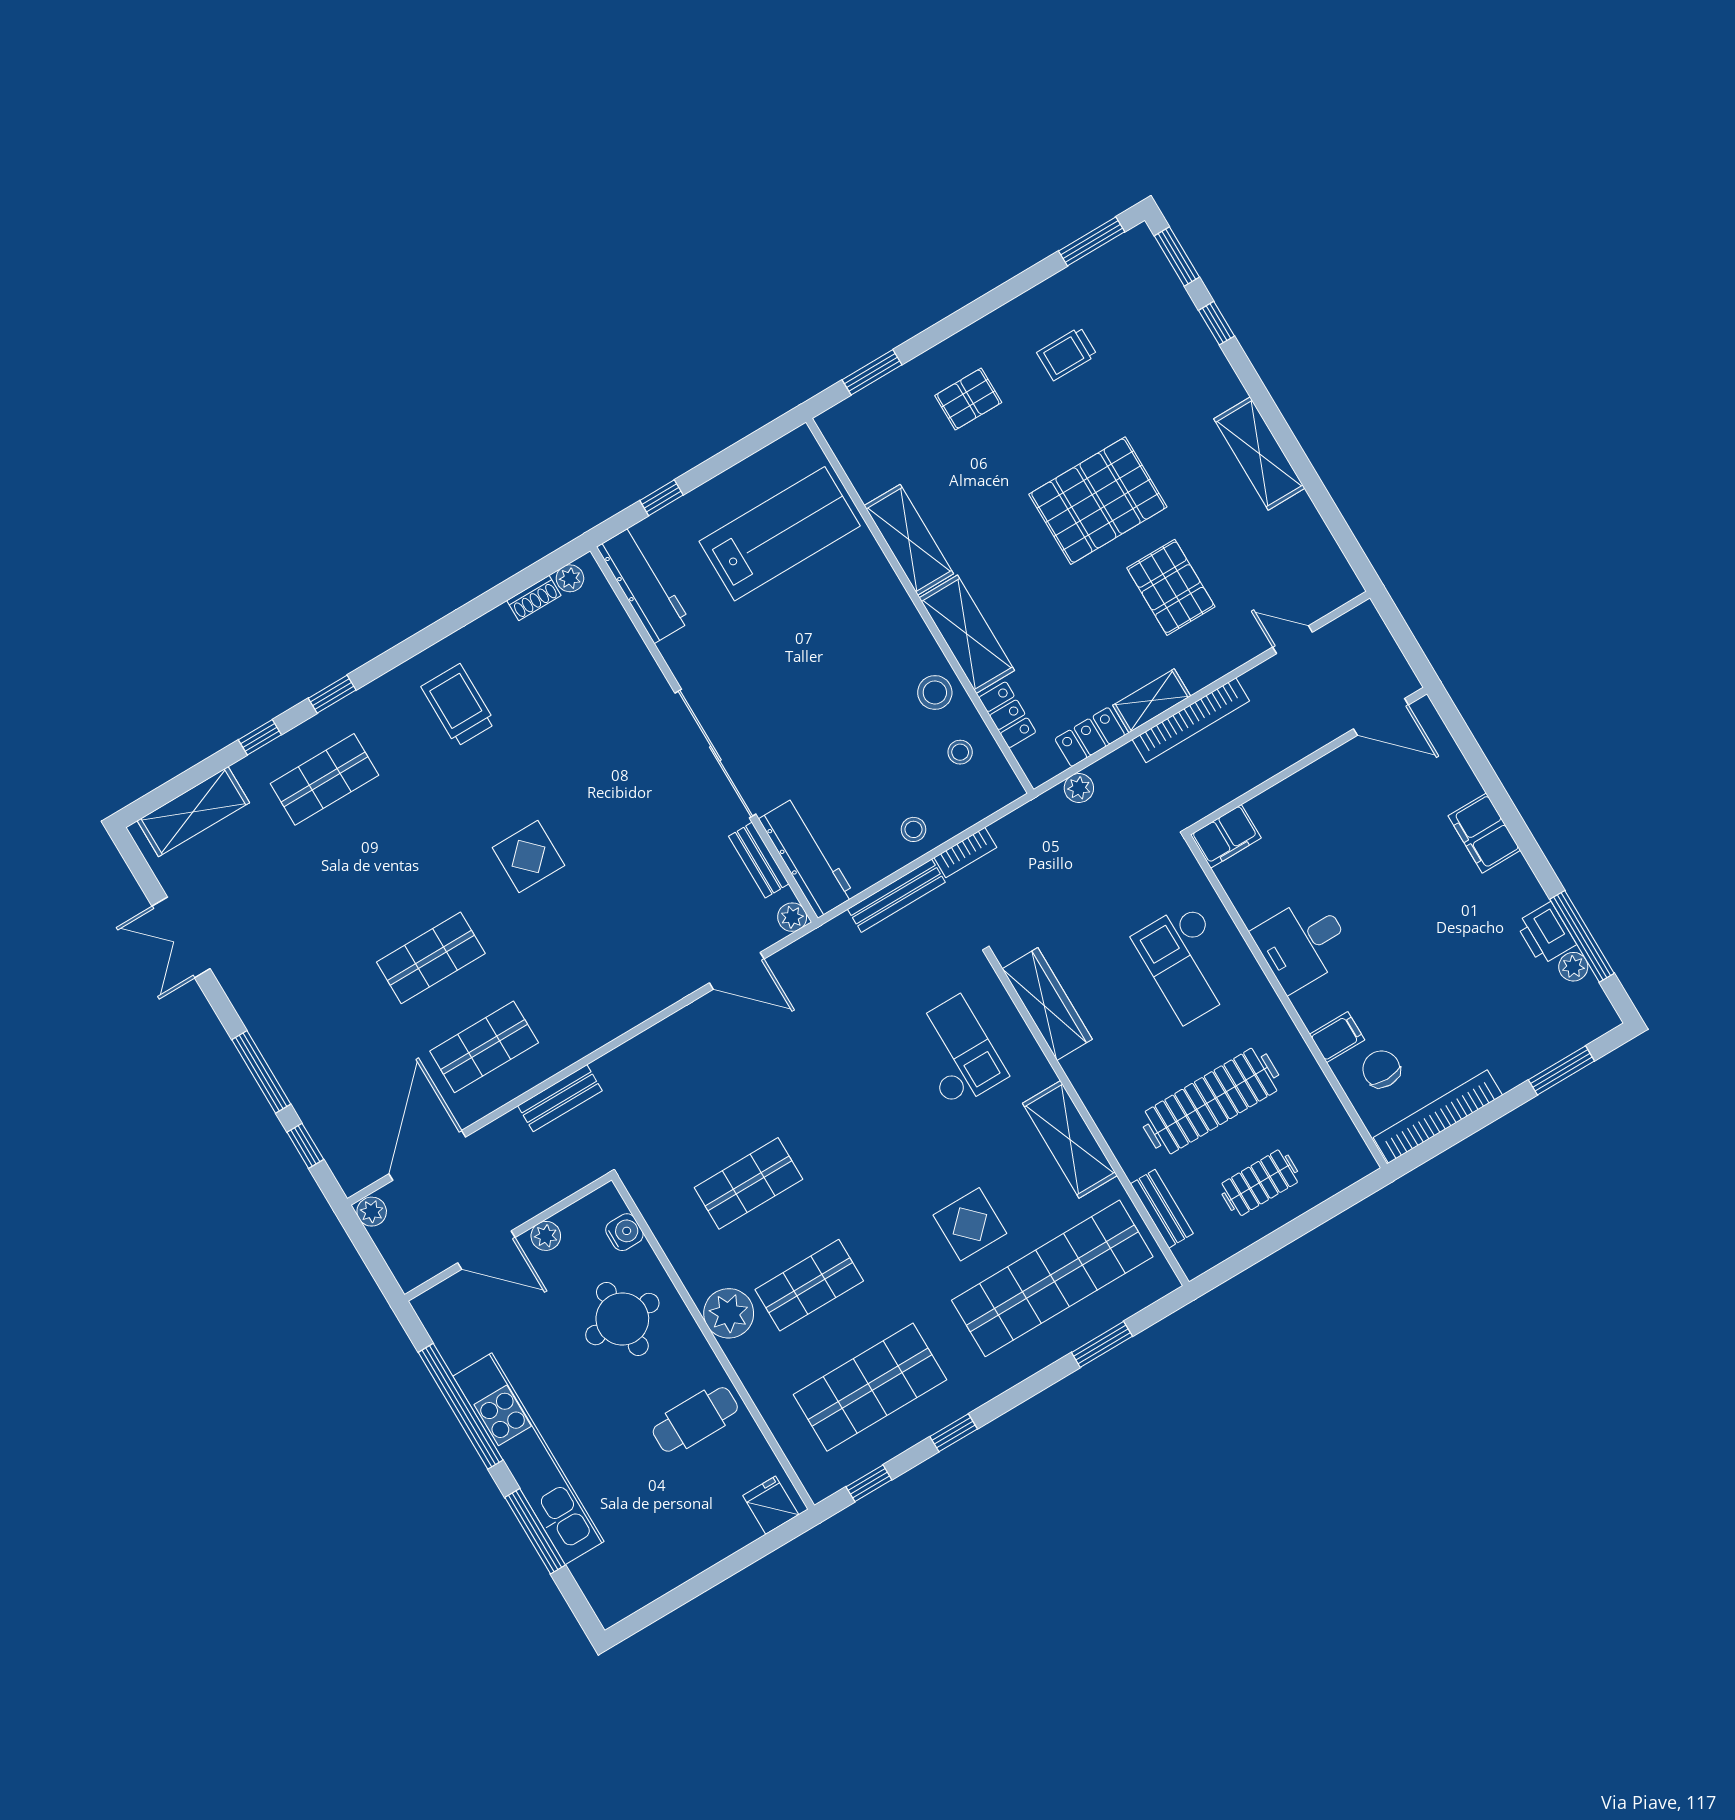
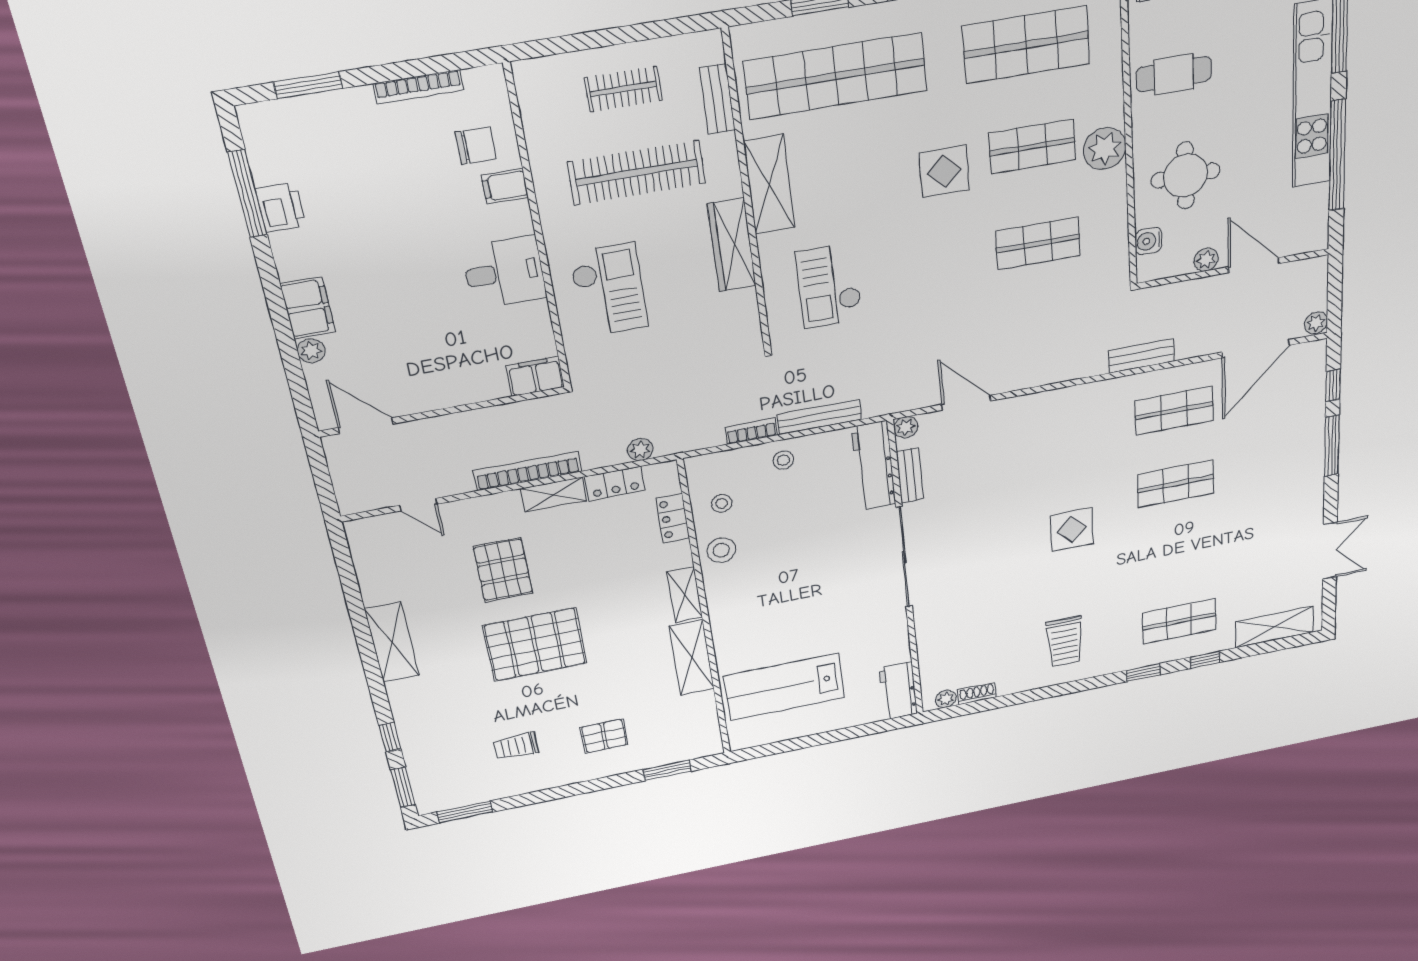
trolley: (1067, 354) -> (516, 746), turned 180
window: (661, 498) -> (856, 732), removed
workbench: (643, 585) -> (898, 691), width x0.73
shelving: (967, 634) -> (685, 595), width x0.67, depth x0.75
plant: (1573, 967) -> (311, 351), moved
wardrobe: (1047, 1004) -> (732, 245), moved
chair: (1381, 1069) -> (476, 146), turned -90
bookcase: (1438, 1116) -> (418, 87), width x0.68, depth x0.76
display table: (970, 1224) -> (944, 171), moved

